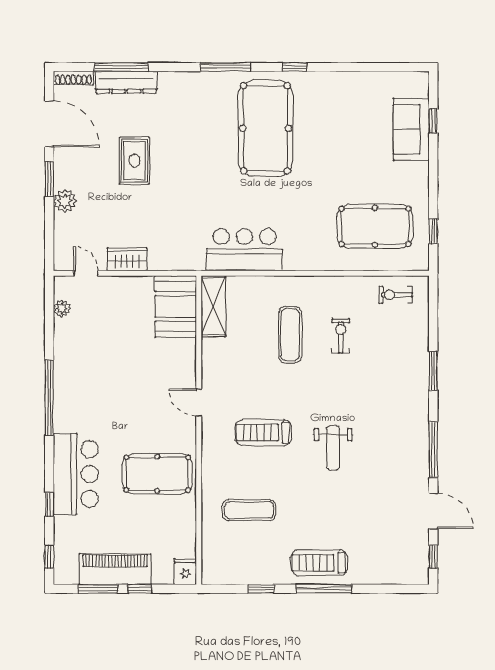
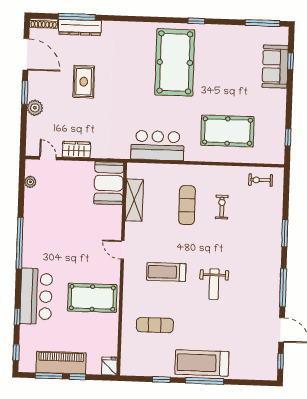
window: (225, 67) -> (263, 23), moved
pool table: (375, 226) -> (227, 131), moved
shelving: (213, 306) -> (134, 200), moved
treadmill: (319, 563) -> (202, 363), width x1.37, depth x1.38

